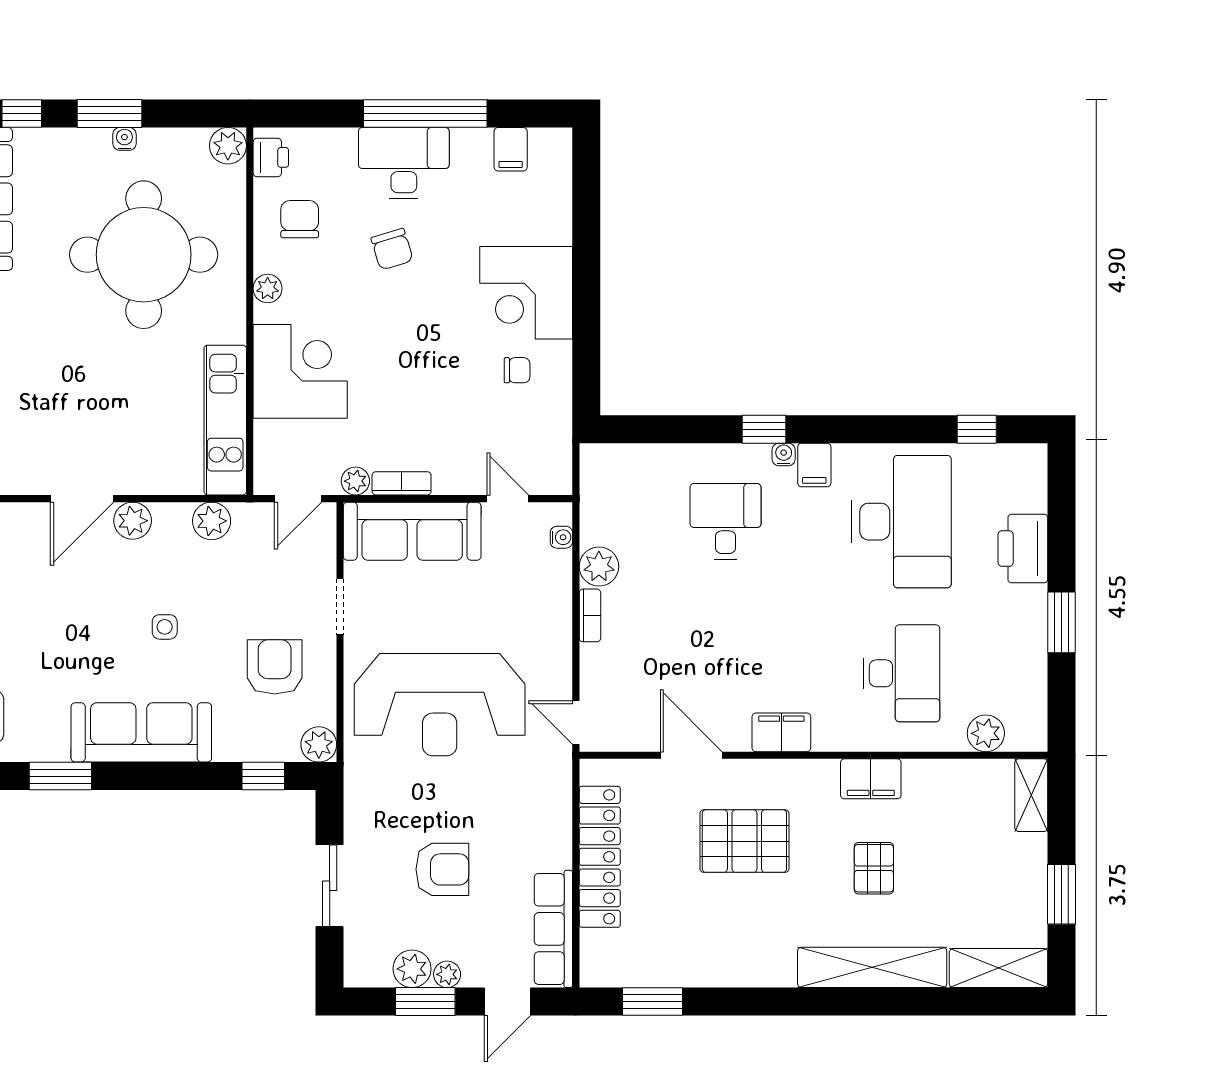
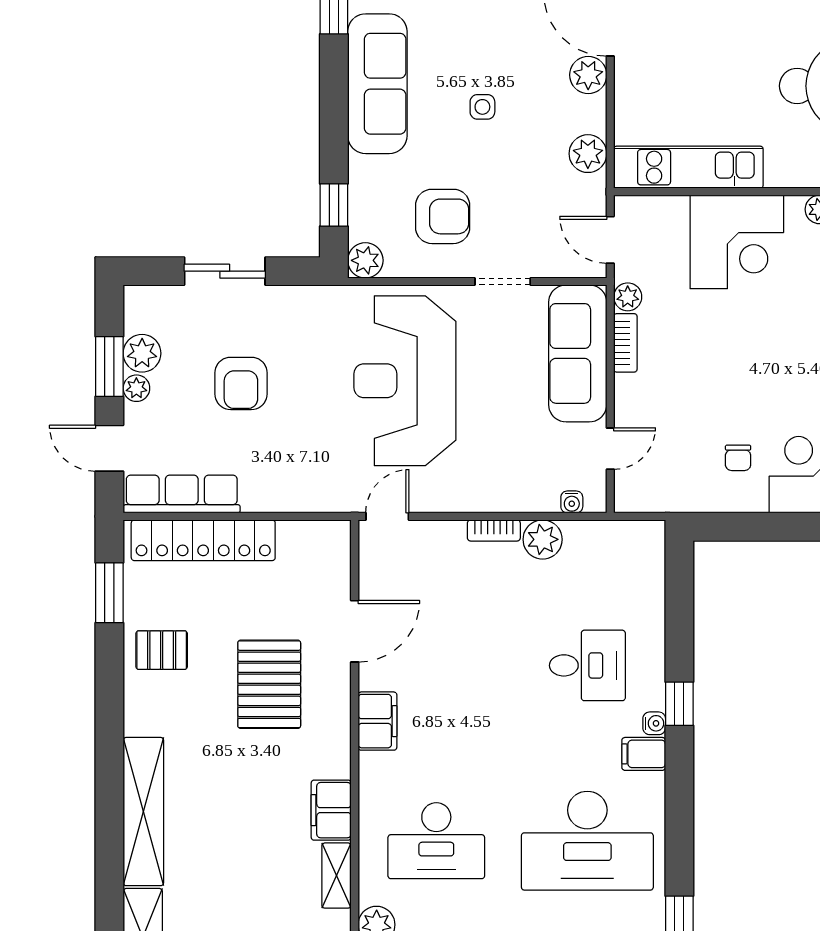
shelving: (936, 773) -> (336, 876), added
locker: (600, 857) -> (203, 540), moved
pallet: (874, 868) -> (162, 650), moved

